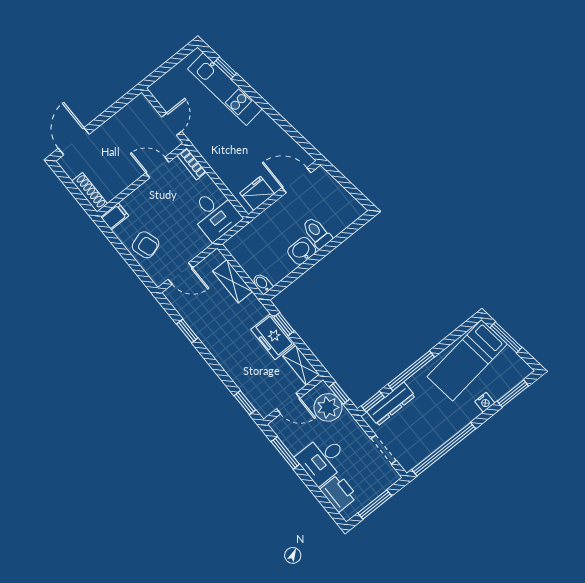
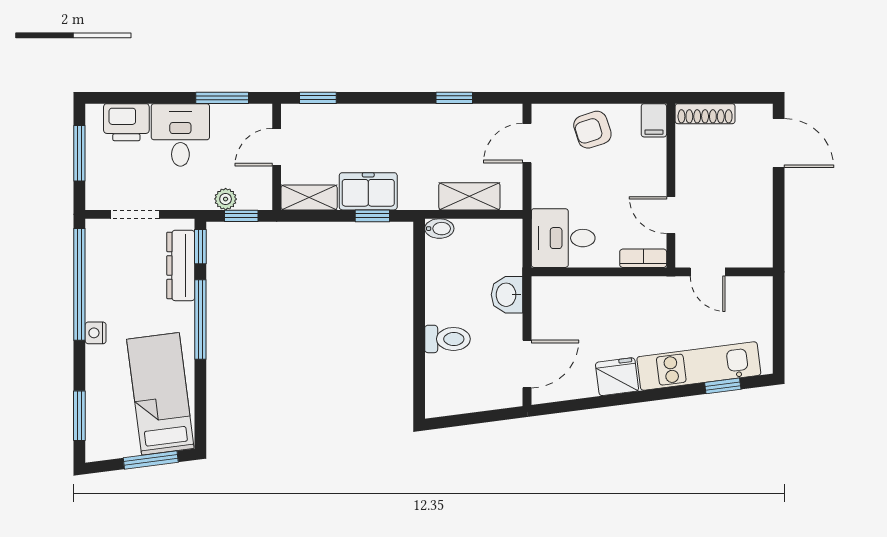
door: (157, 167) -> (671, 215), swing flipped
fridge: (257, 193) -> (617, 377), moved, turned -97
washbasin: (302, 251) -> (507, 295), moved, turned 180
nightstand: (485, 402) -> (96, 333), moved
plant: (328, 407) -> (226, 199), width x0.53, depth x0.53

